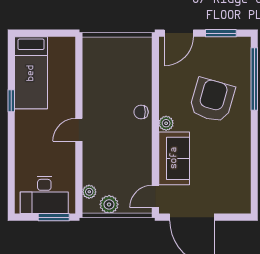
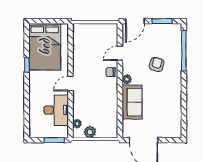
bed: (31, 73) -> (45, 47), width x1.50
armchair: (212, 100) -> (157, 64), width x0.53, depth x0.53
desk: (44, 195) -> (56, 110), moved, turned -90
door: (155, 196) -> (120, 53), moved

